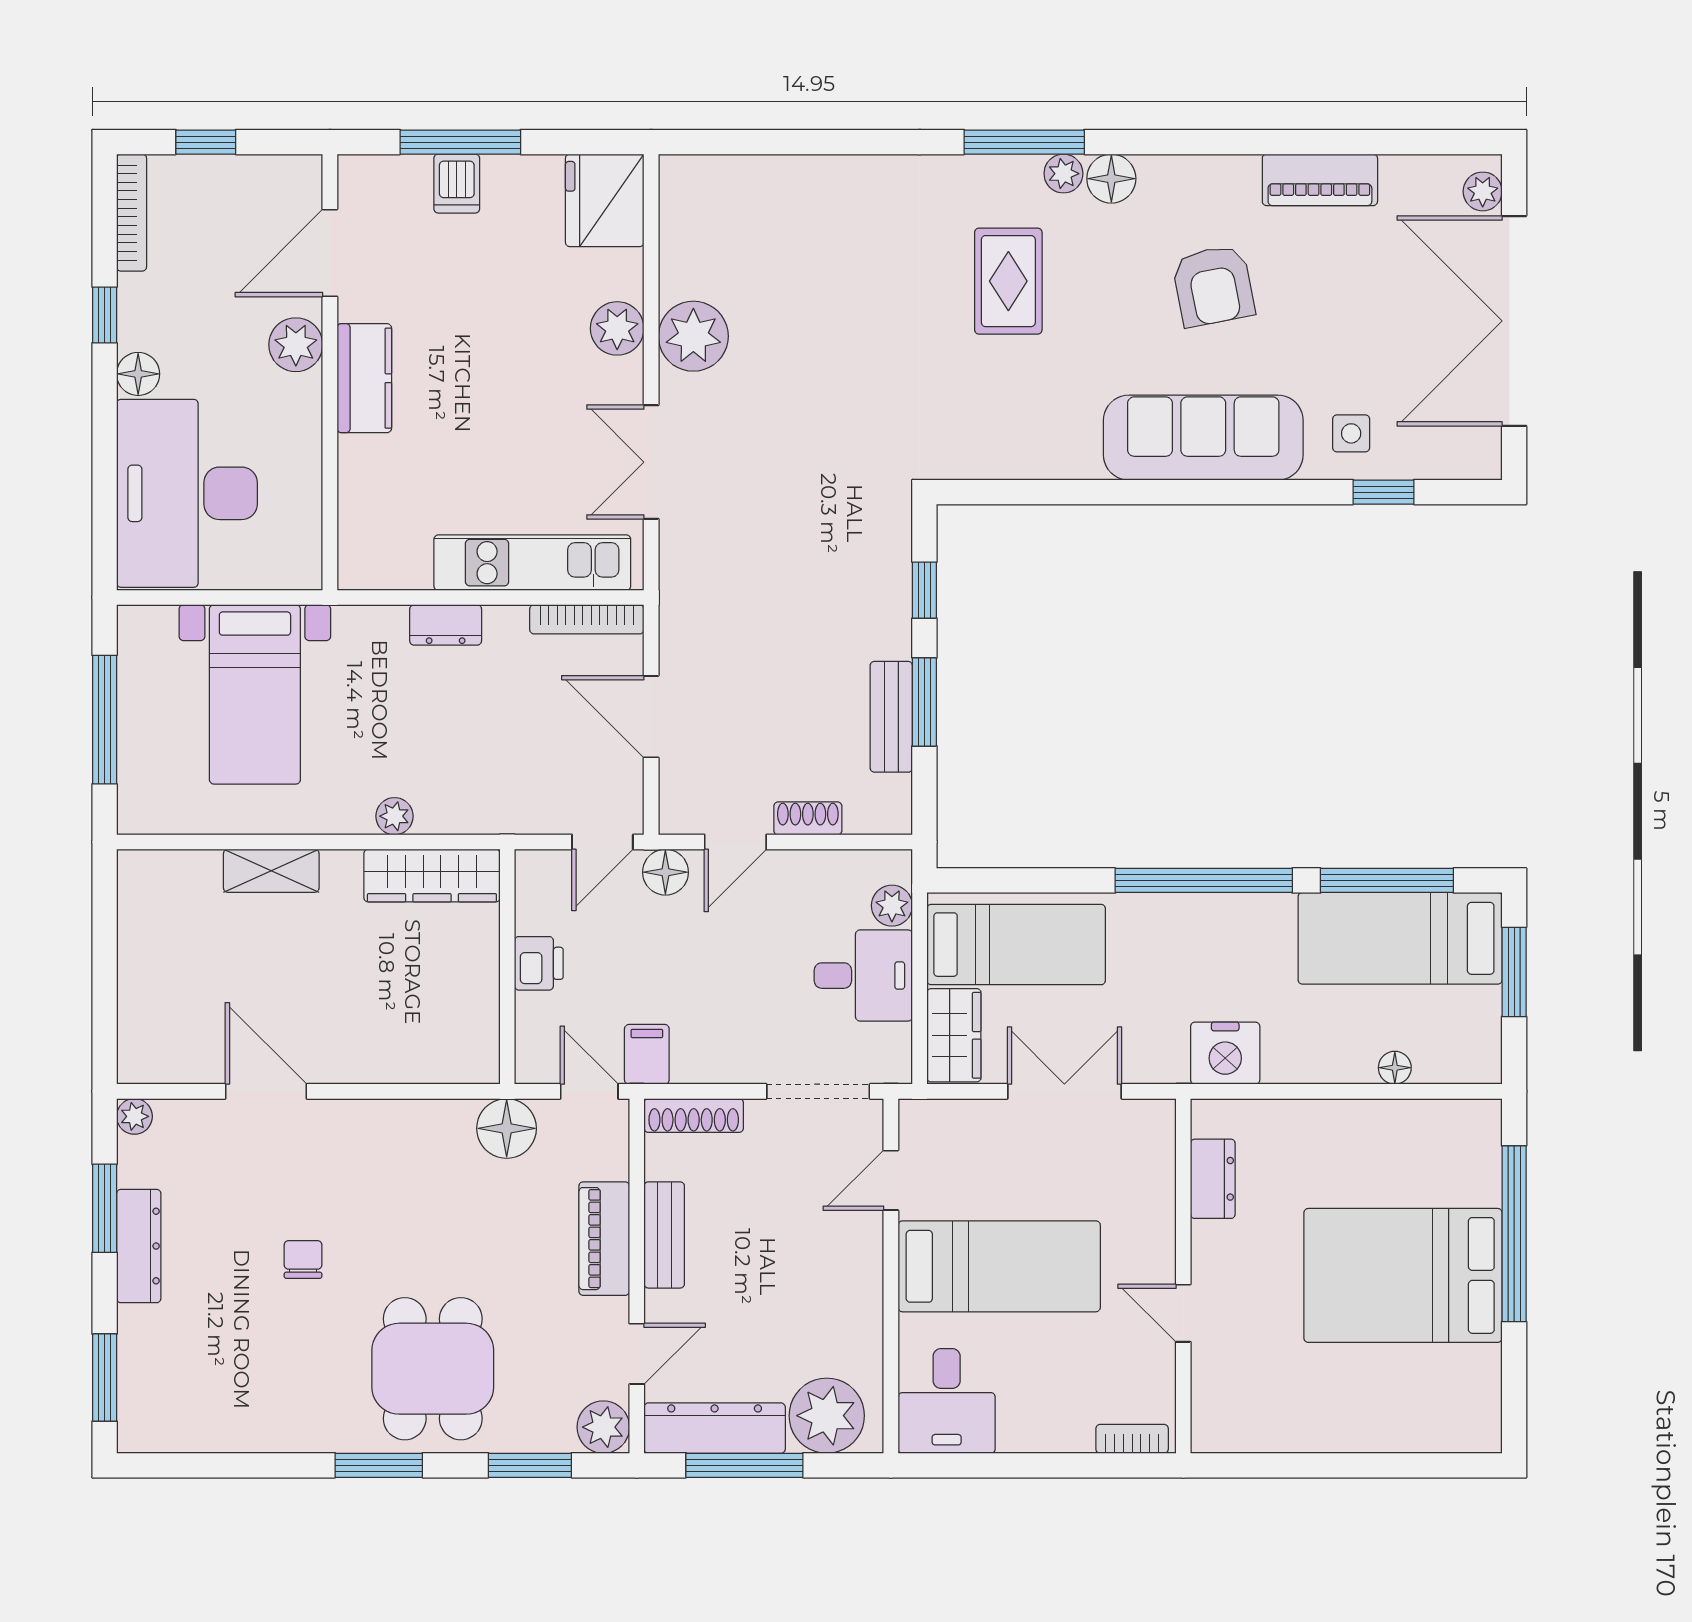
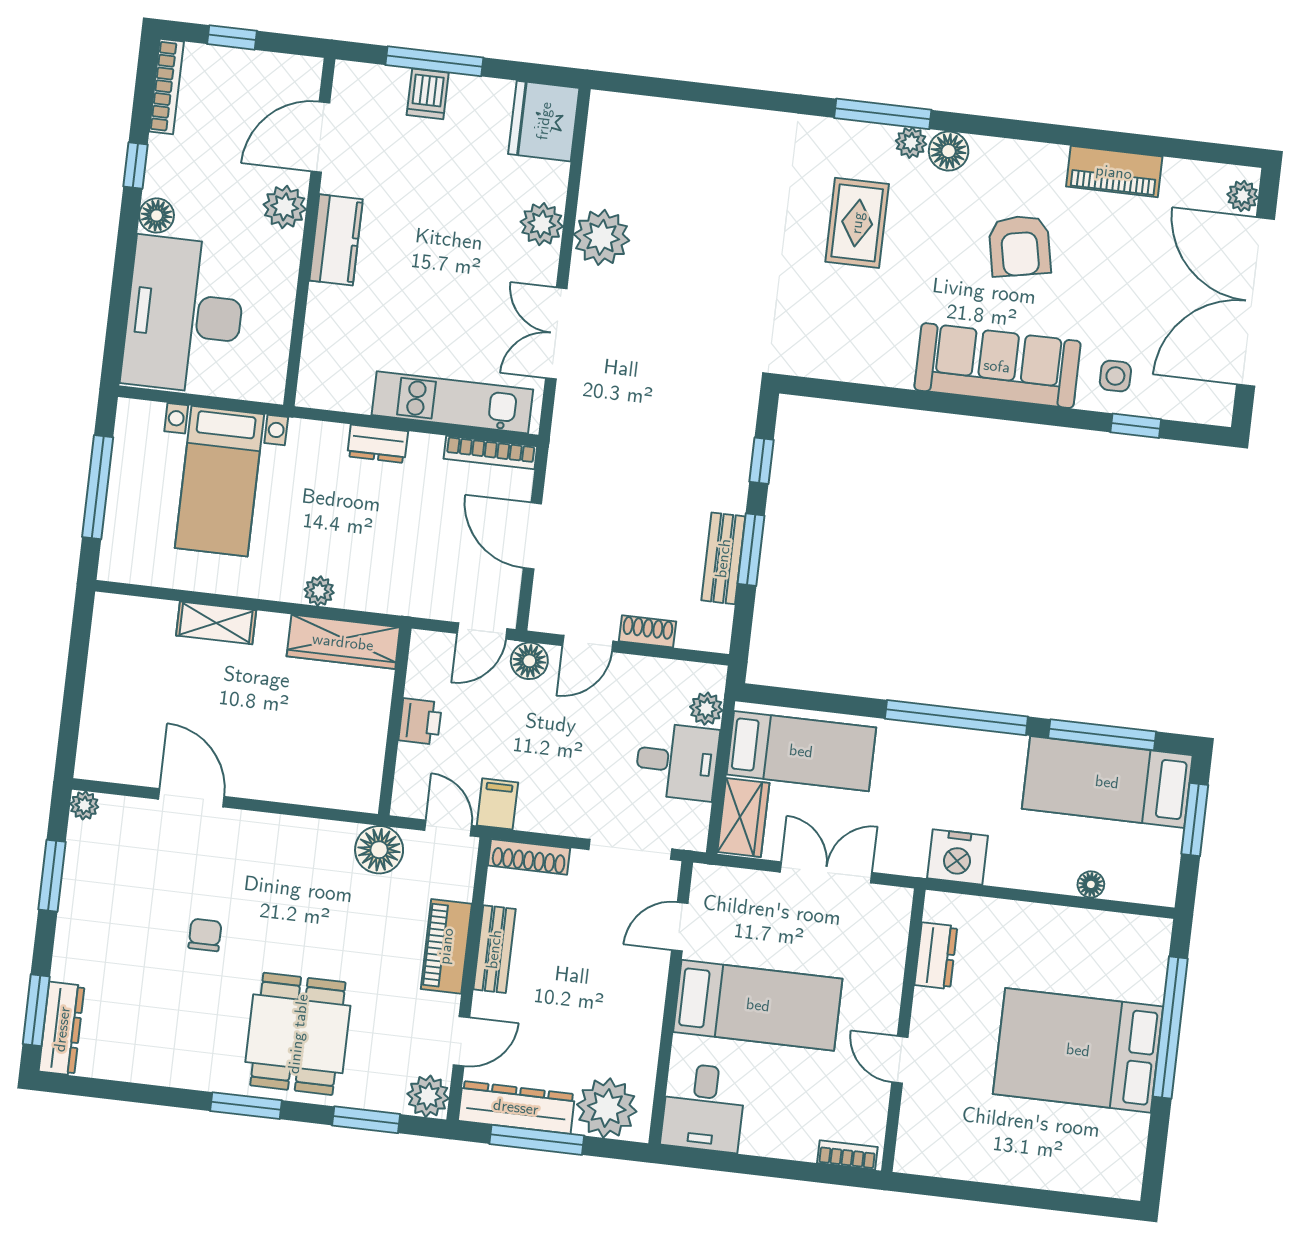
dresser: (139, 1246) -> (62, 1029), moved

